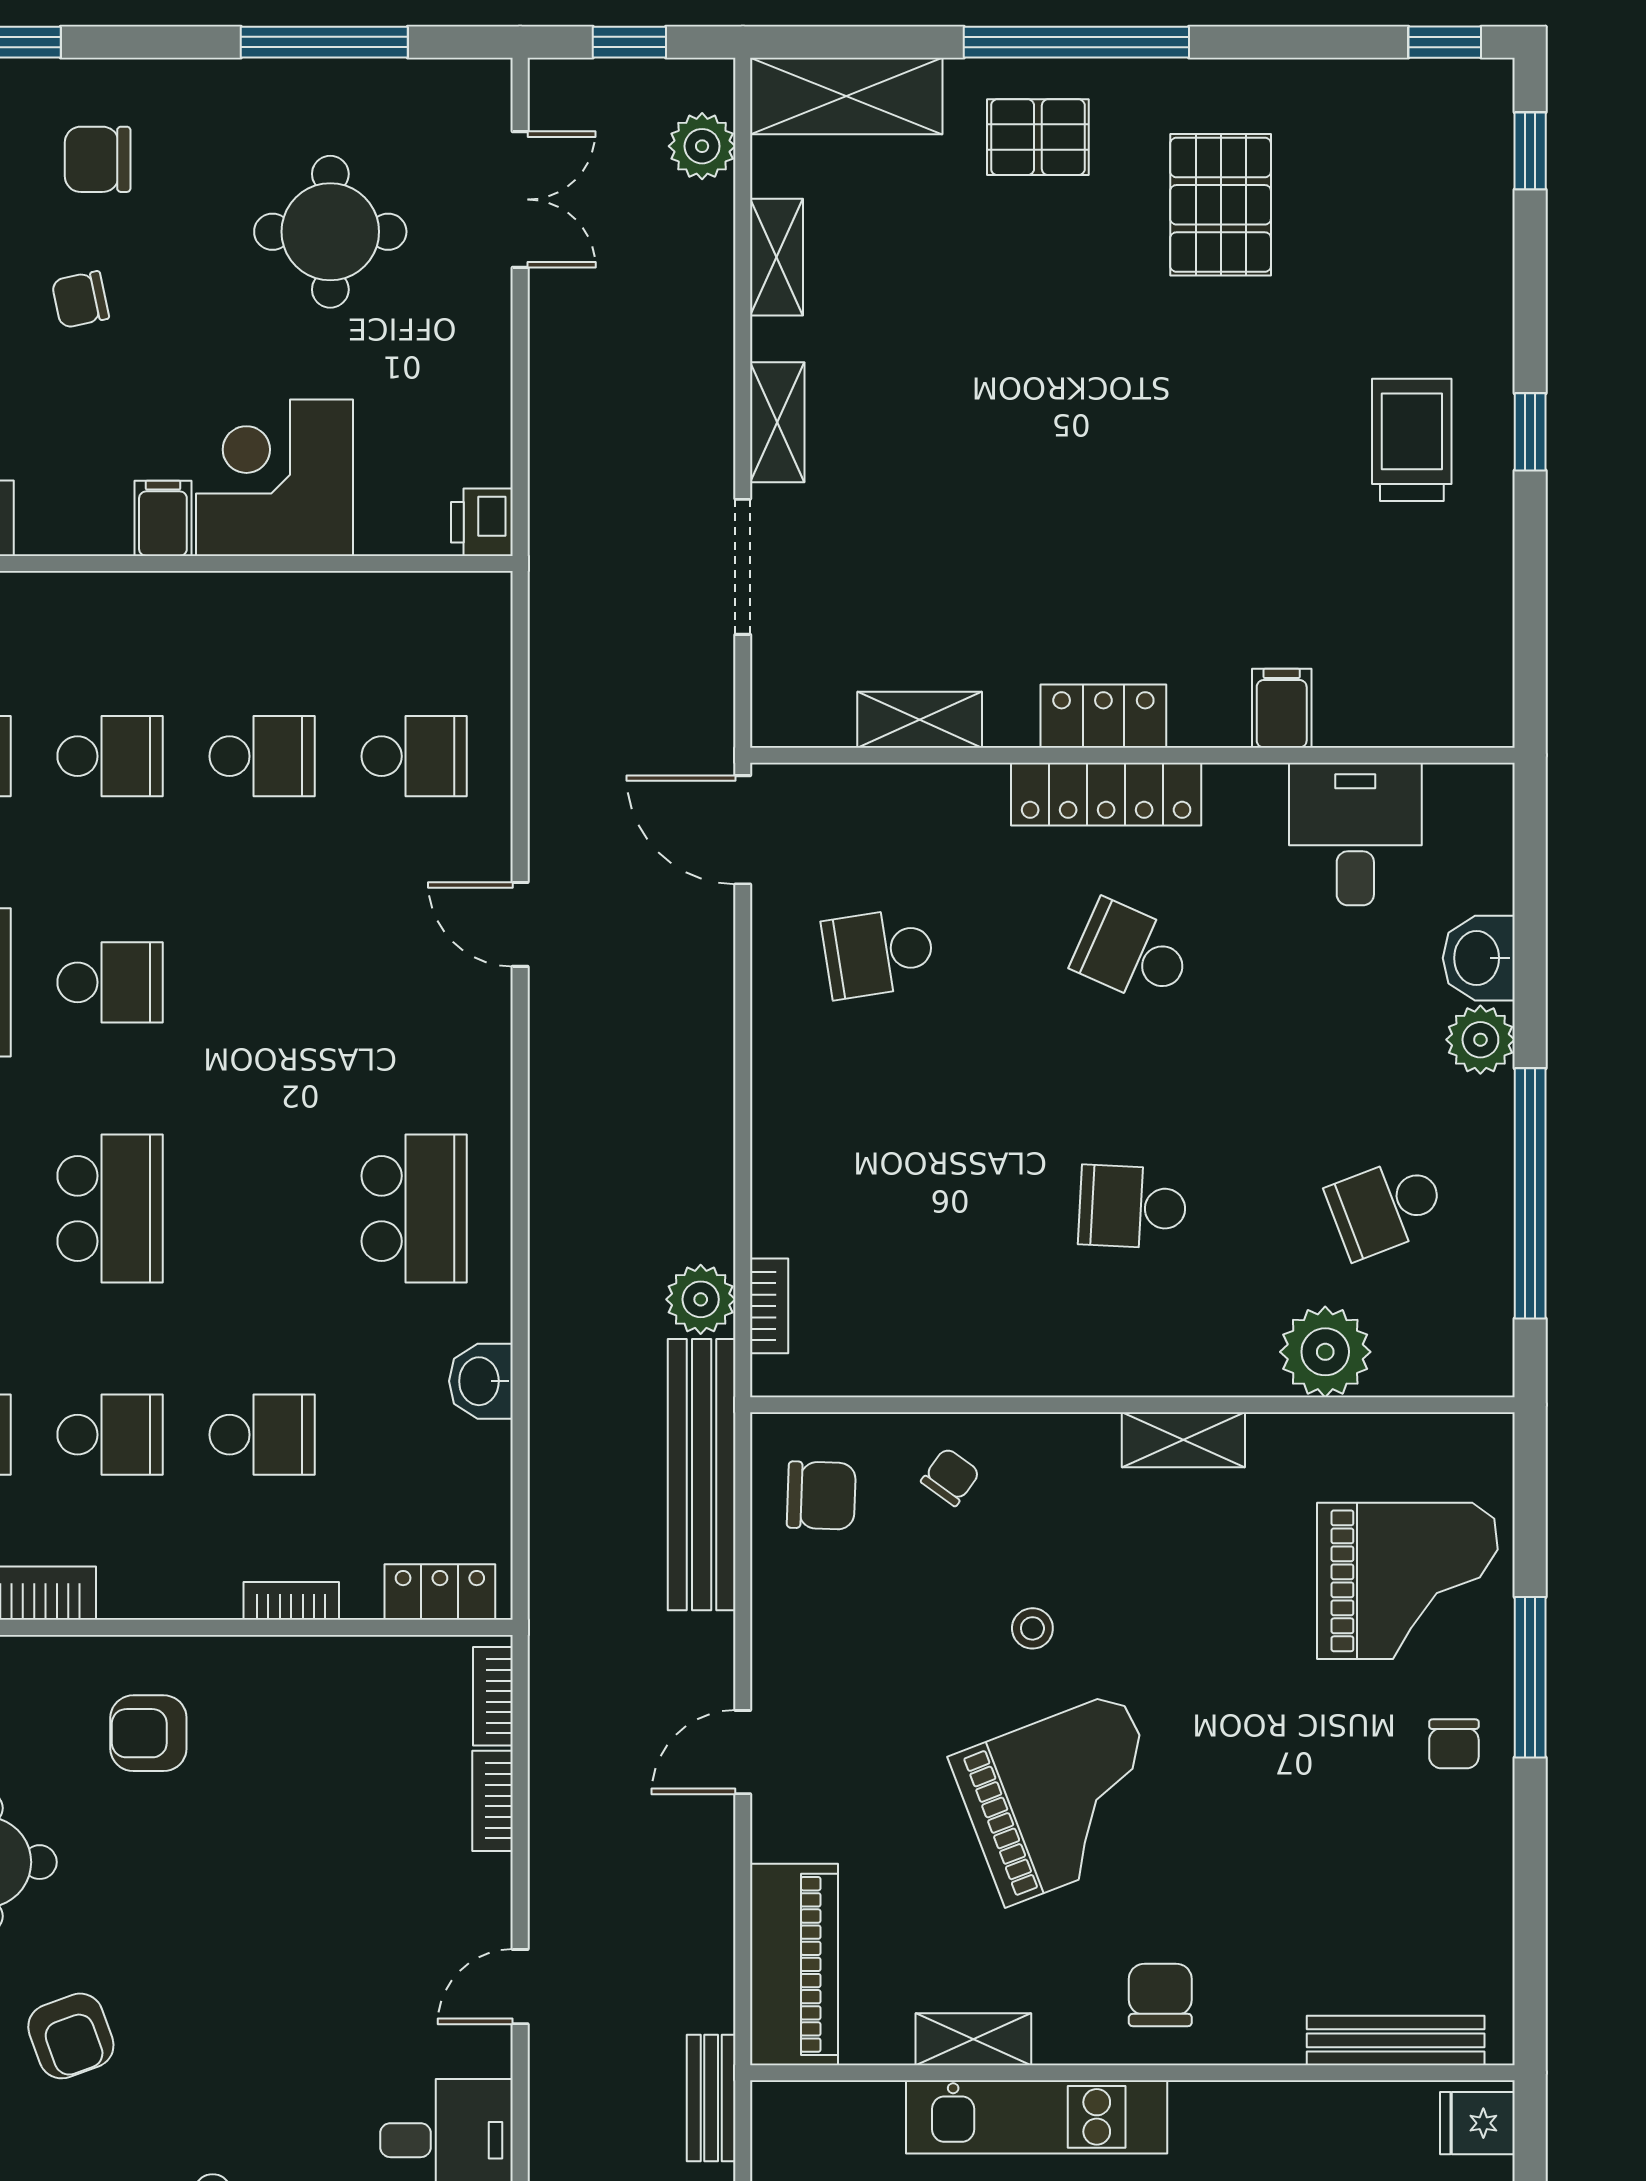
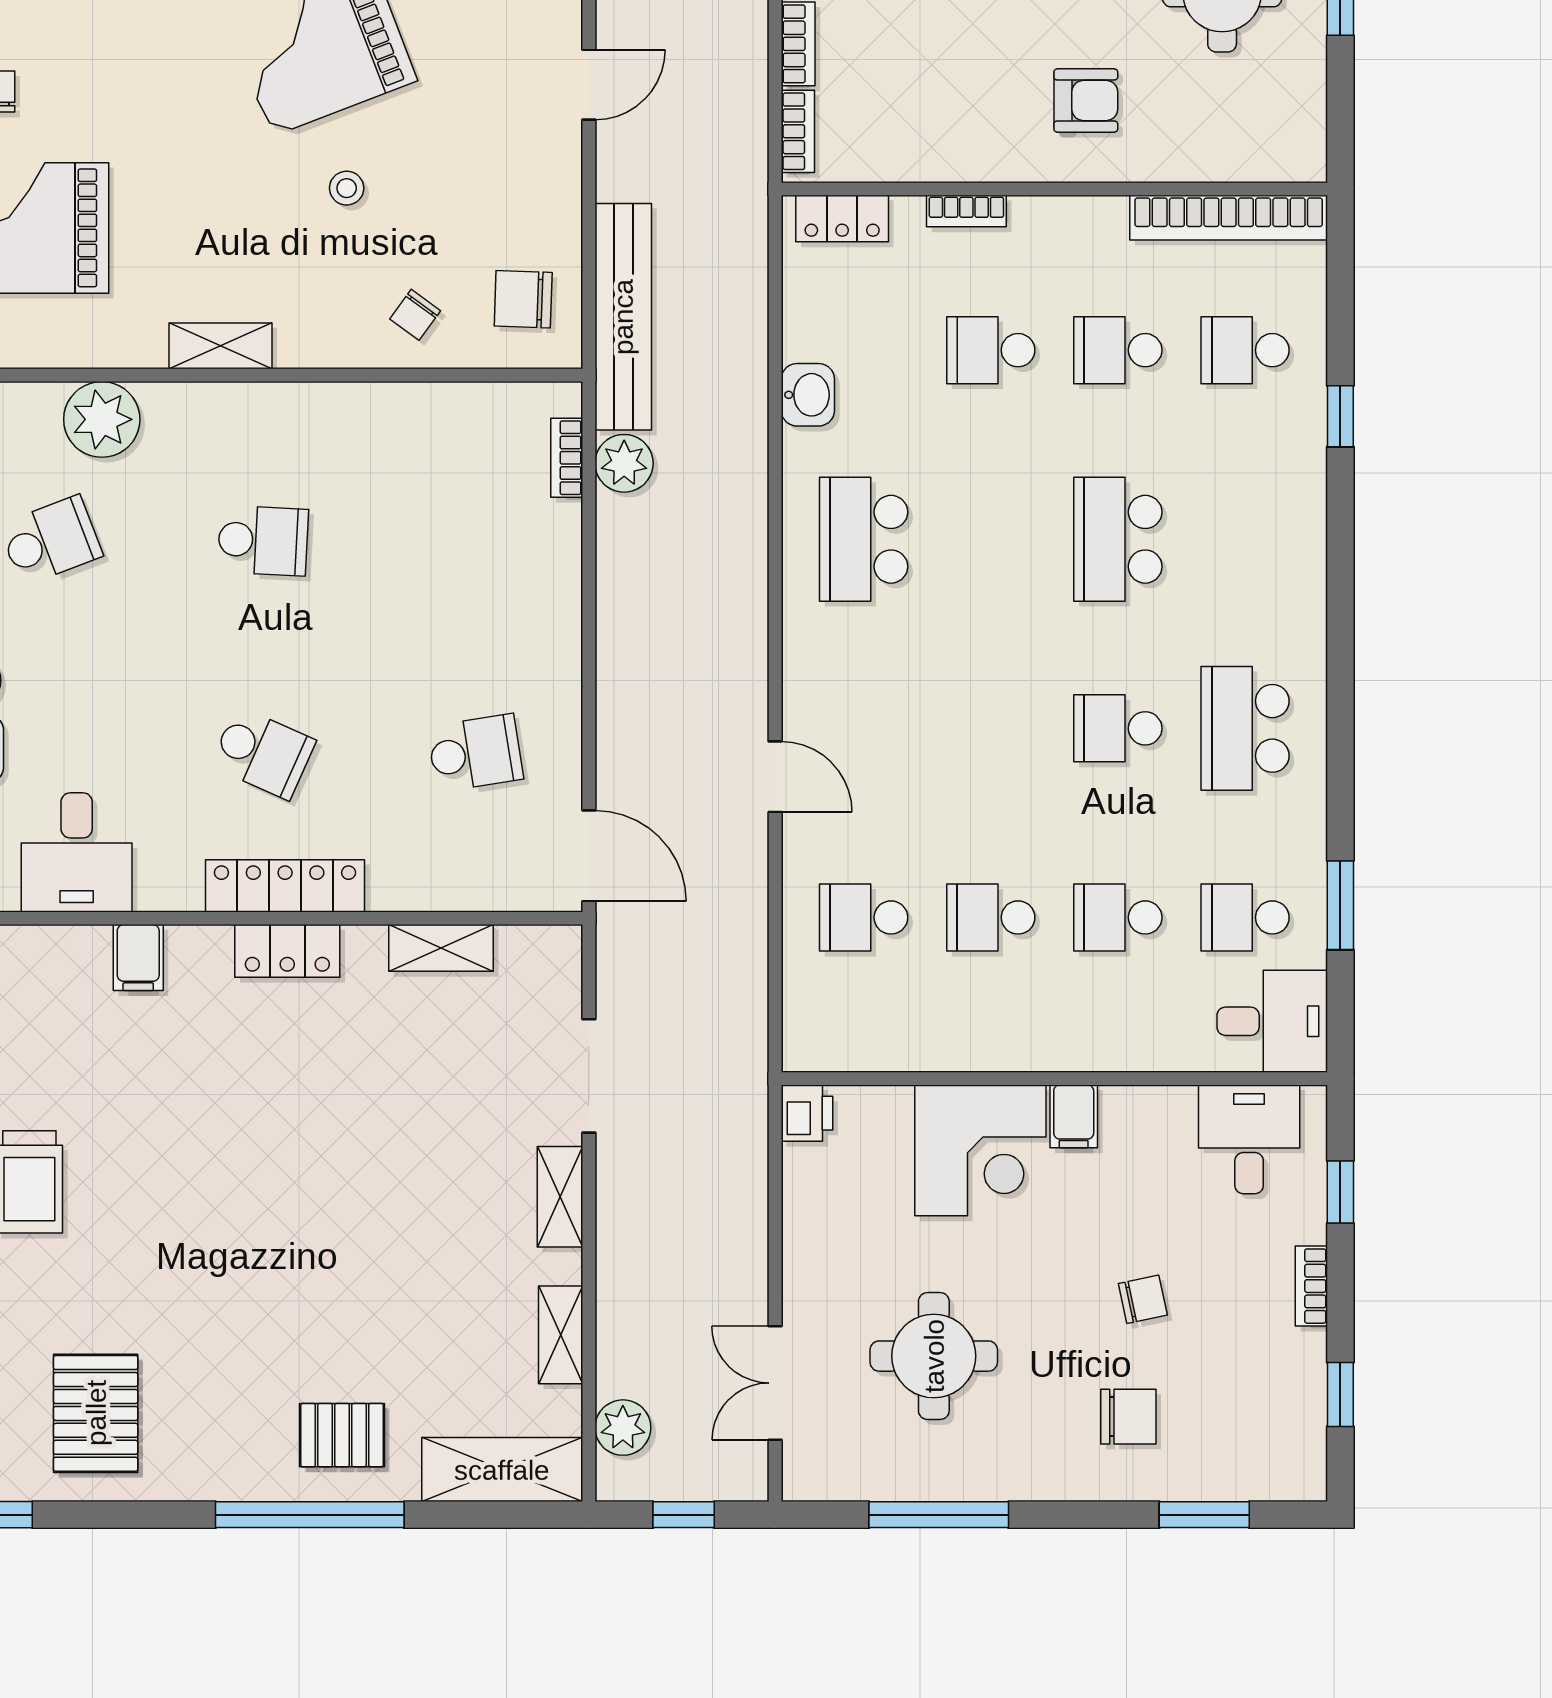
pallet: (1221, 205) -> (96, 1413), moved

